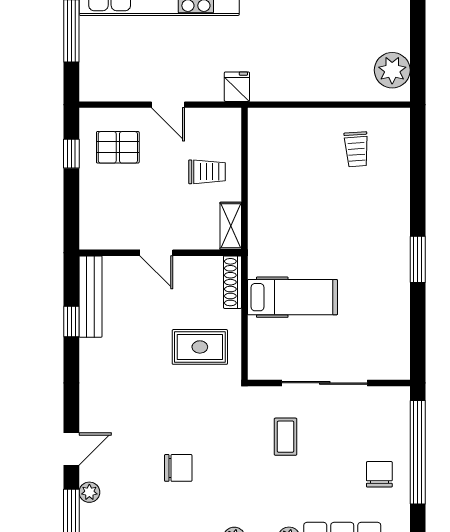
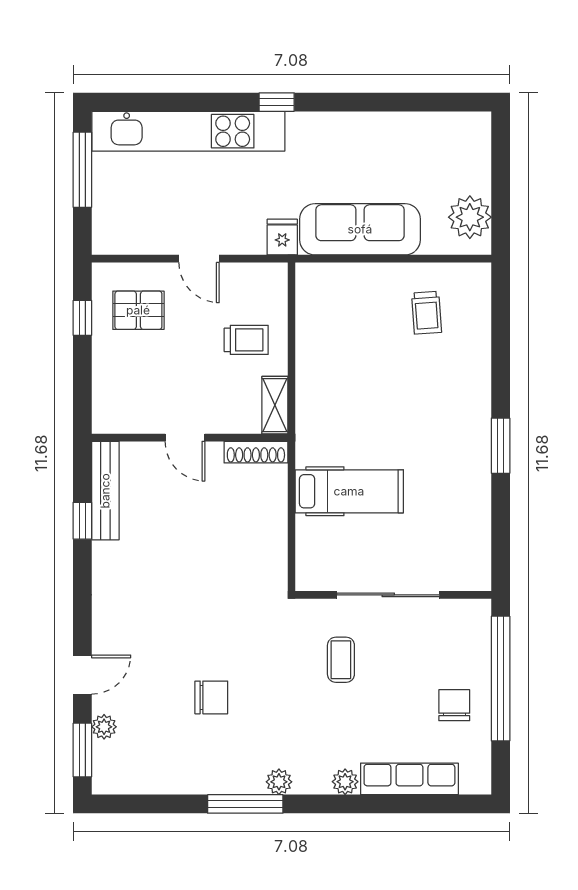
sofa: (301, 80) -> (360, 229), added
shoe rack: (233, 282) -> (256, 452), moved, turned -90
rug: (200, 347) -> (237, 551), removed

